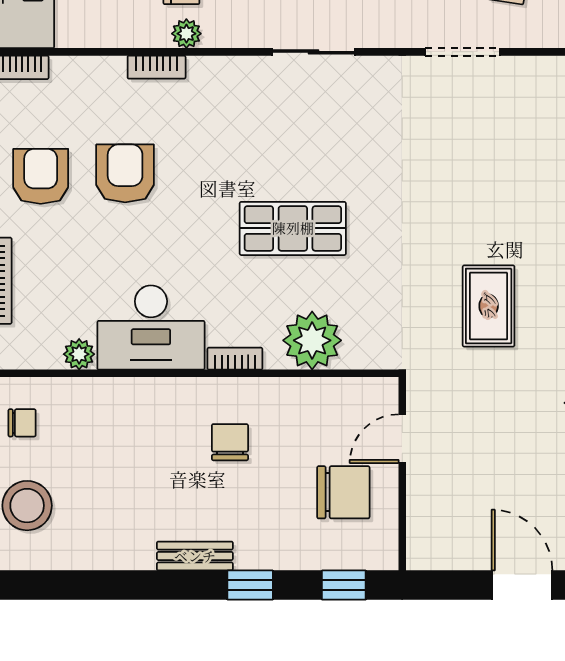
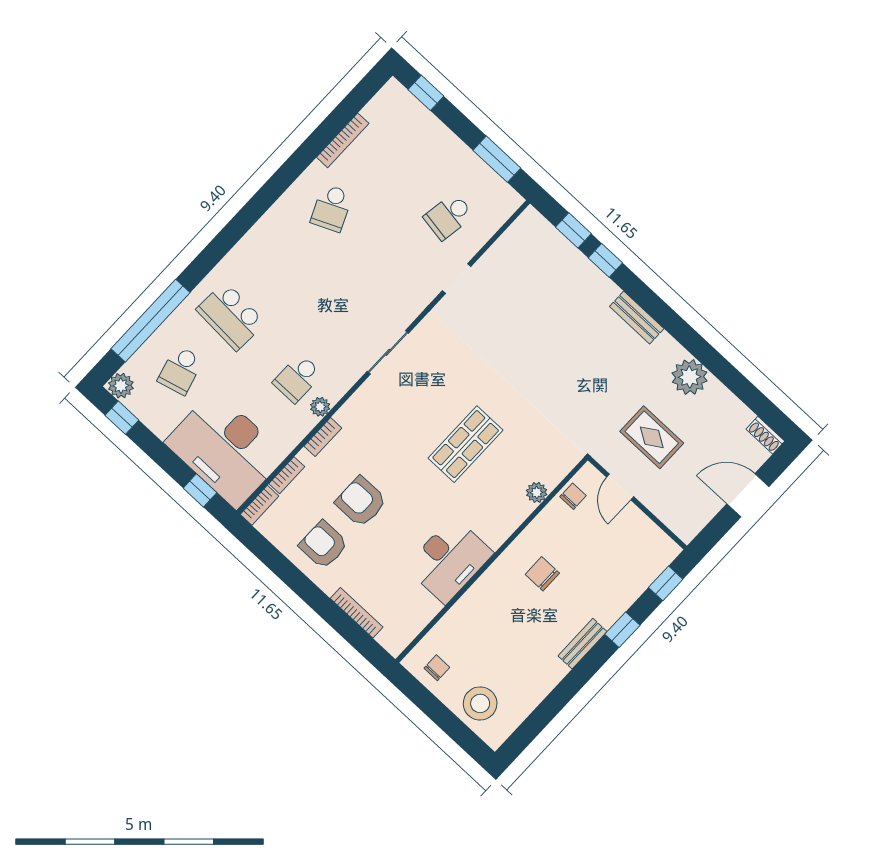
doorway: (463, 52) -> (457, 279), width x0.73
rug: (489, 306) -> (652, 437), moved
plant: (312, 340) -> (537, 492), width x0.53, depth x0.53
plant: (79, 354) -> (429, 608), removed
bookcase: (235, 359) -> (287, 475), moved, turned 180
chair: (343, 492) -> (573, 496), moved, width x0.54, depth x0.54

